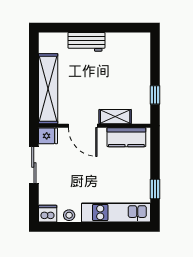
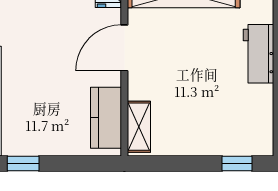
window: (155, 95) -> (237, 163), moved
shelving: (115, 117) -> (139, 127), moved

